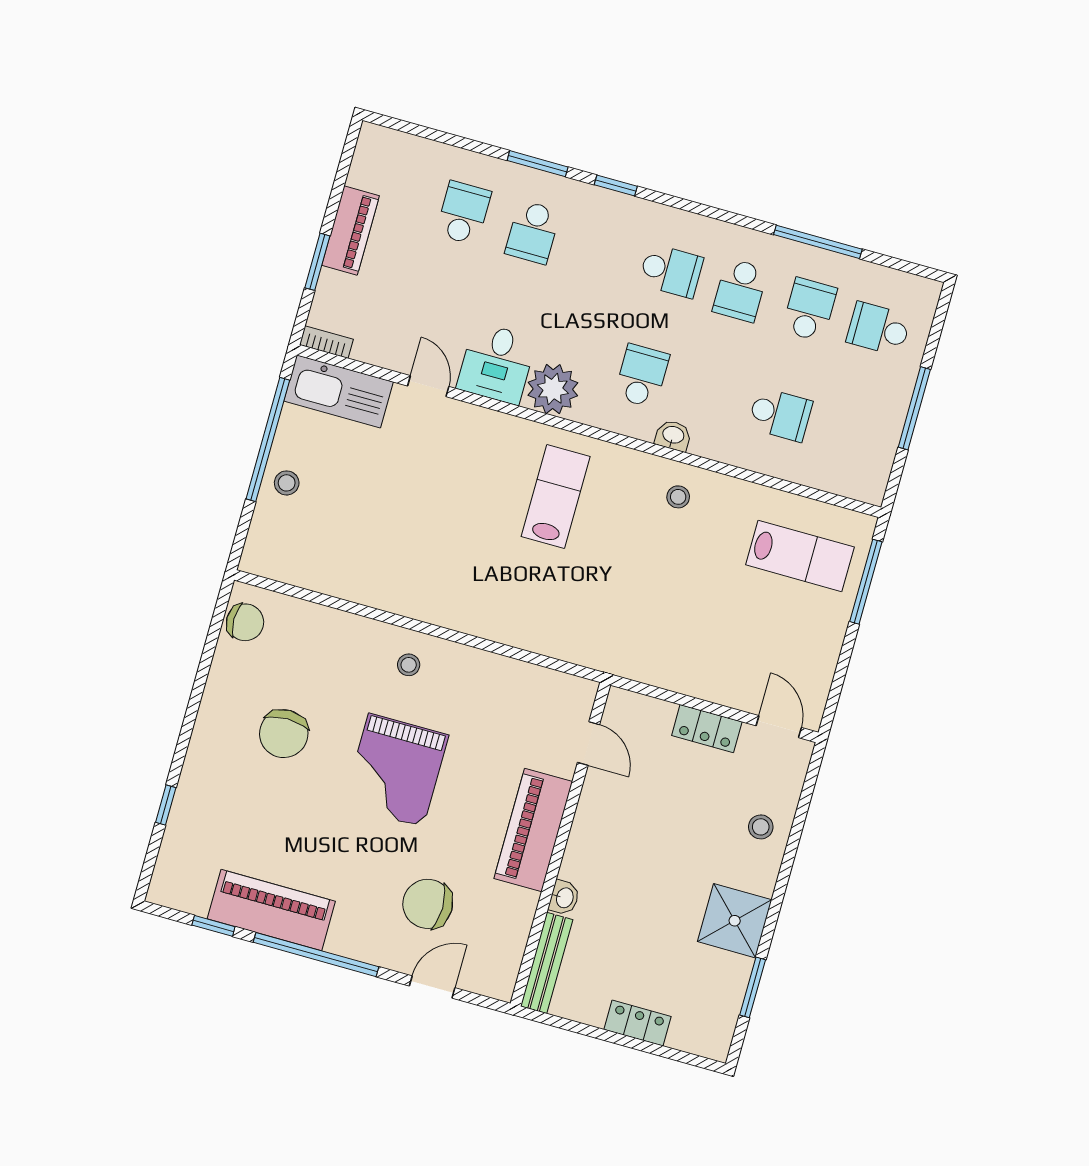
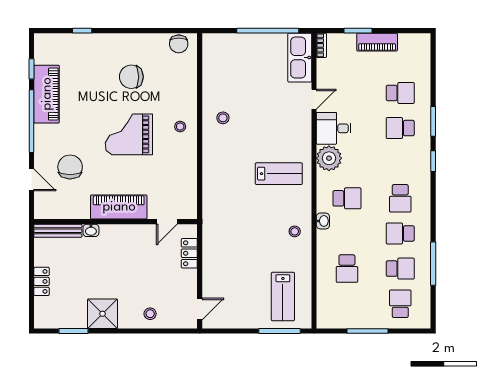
stool: (287, 483) -> (223, 118), moved
locker: (707, 729) -> (189, 253), moved

